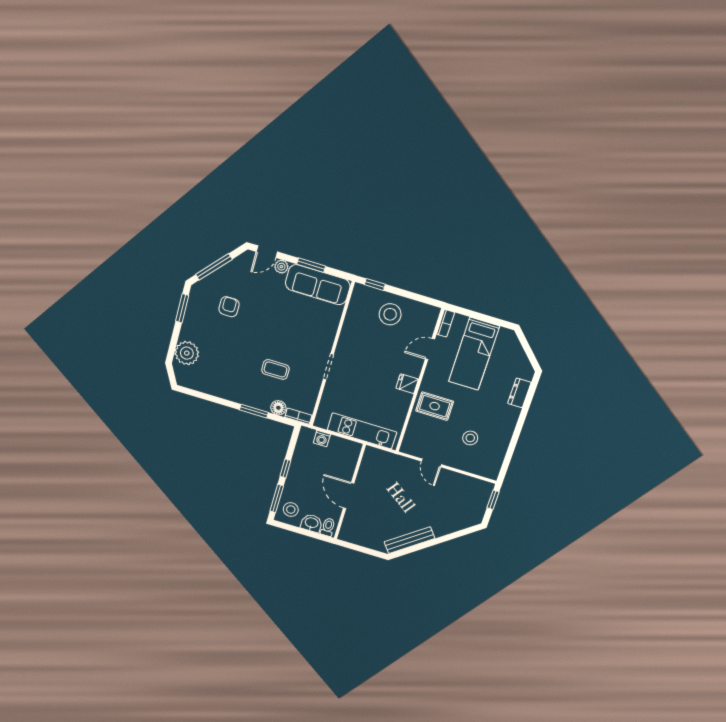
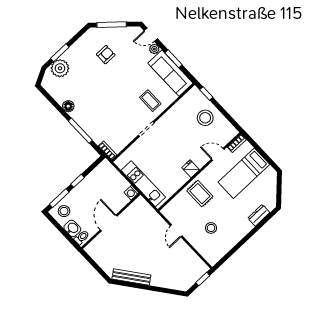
window: (182, 308) -> (60, 53), moved
coffee table: (275, 369) -> (150, 101), moved
floor lamp: (278, 408) -> (68, 106), moved
window: (254, 411) -> (80, 131), width x1.44
washing machine: (322, 439) -> (131, 193), moved

